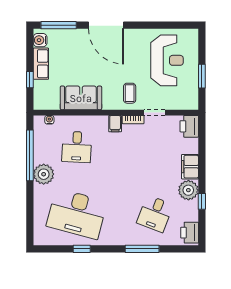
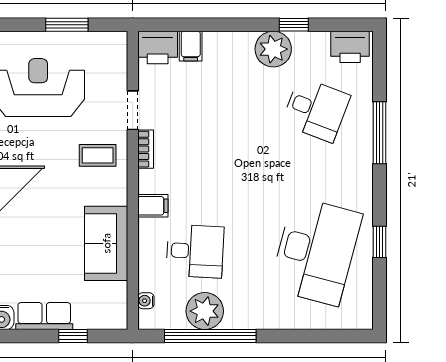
filing cabinet: (115, 124) -> (153, 206), moved
filing cabinet: (190, 167) -> (191, 46), moved, width x0.50
plant: (44, 174) -> (205, 311), moved

